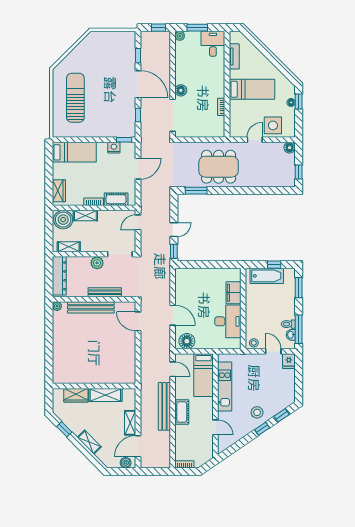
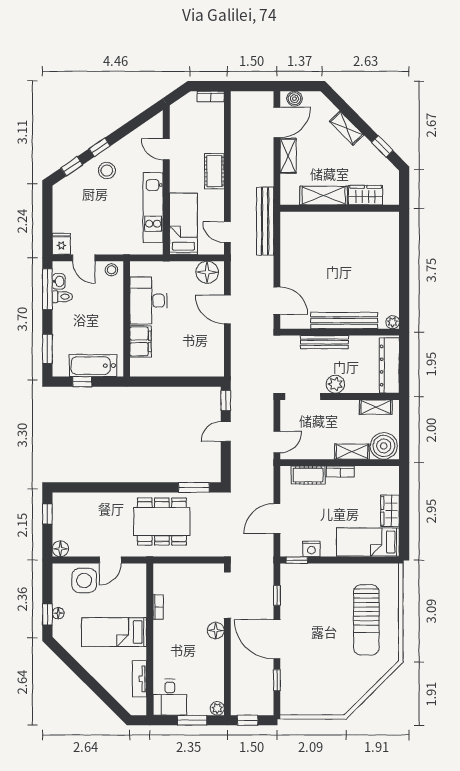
wardrobe: (59, 191) -> (390, 511), moved
bench: (164, 406) -> (265, 221), moved

